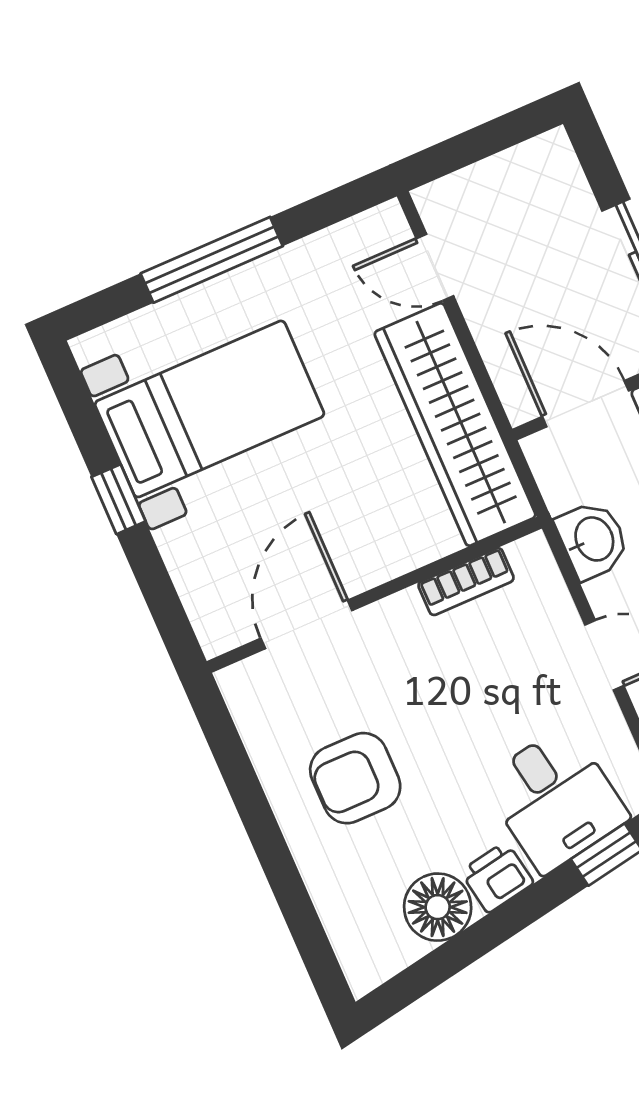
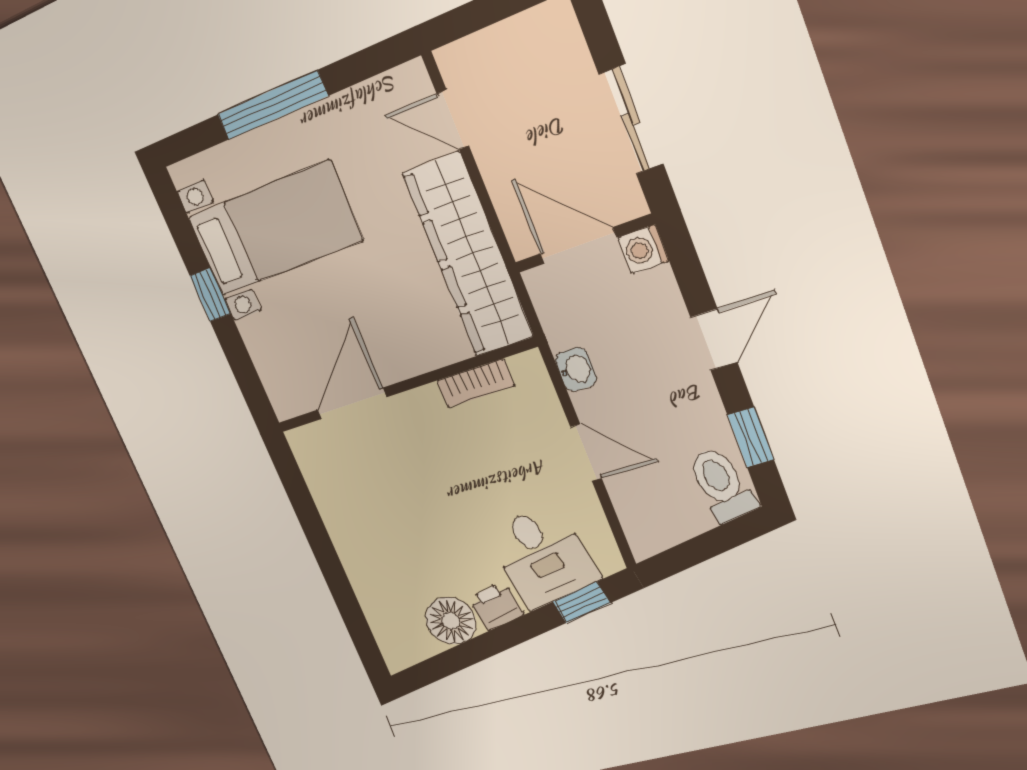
washbasin: (593, 540) -> (576, 369), width x0.72, depth x0.69
armchair: (355, 778) -> (390, 521), removed

